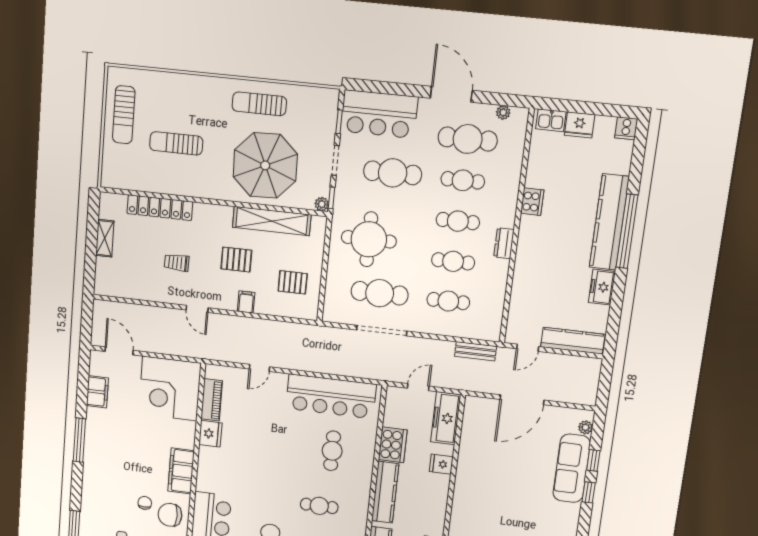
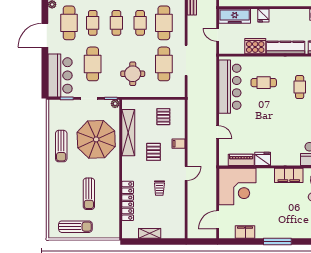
round table: (369, 239) -> (133, 74), width x0.73, depth x0.73
cafe table: (448, 301) -> (164, 23), width x1.37, depth x1.35

